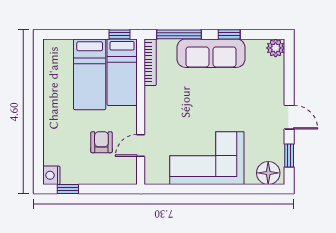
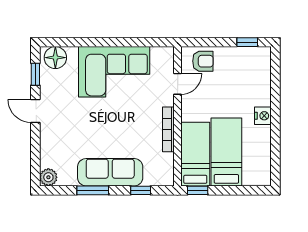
window: (179, 34) -> (141, 190), width x0.46
window: (229, 34) -> (93, 190), width x1.50
bookcase: (150, 62) -> (168, 129), moved
armchair: (101, 142) -> (203, 61), moved, turned -90
nightstand: (51, 175) -> (263, 116), moved

